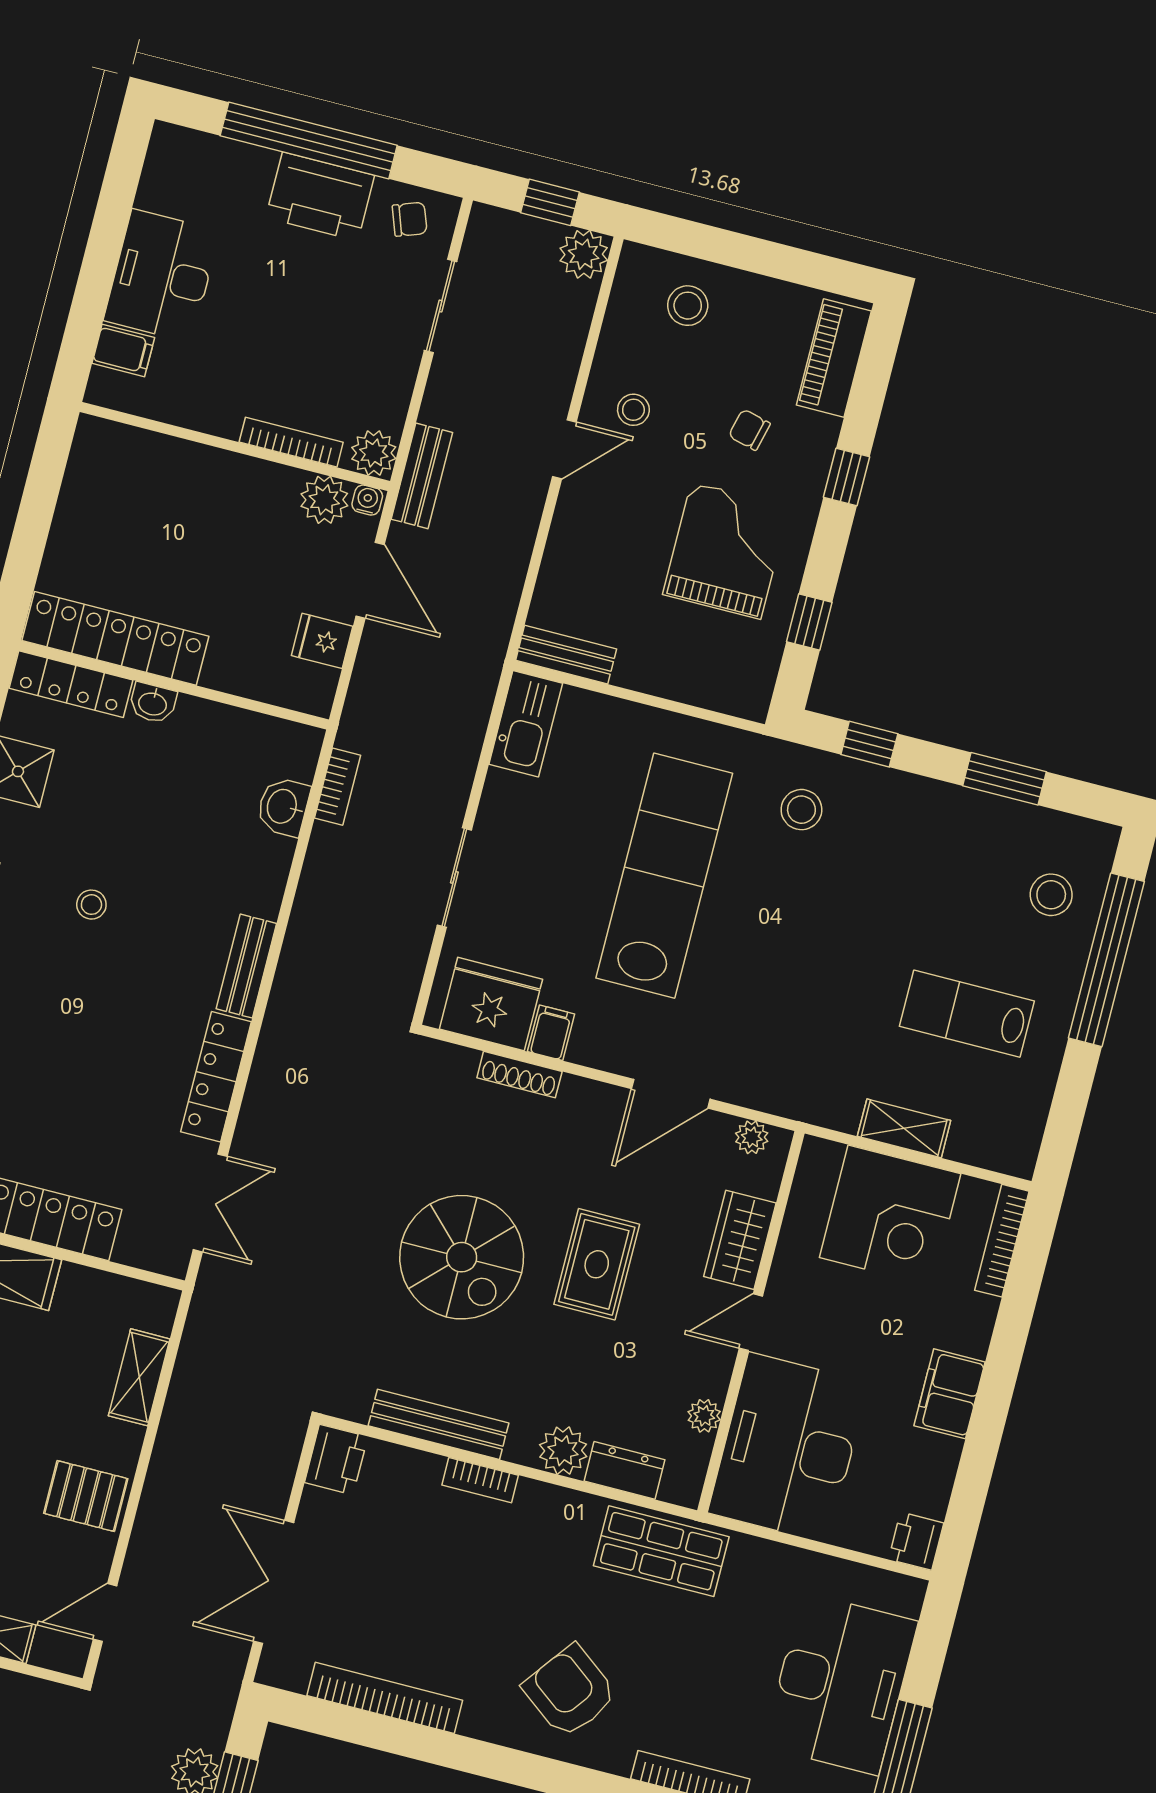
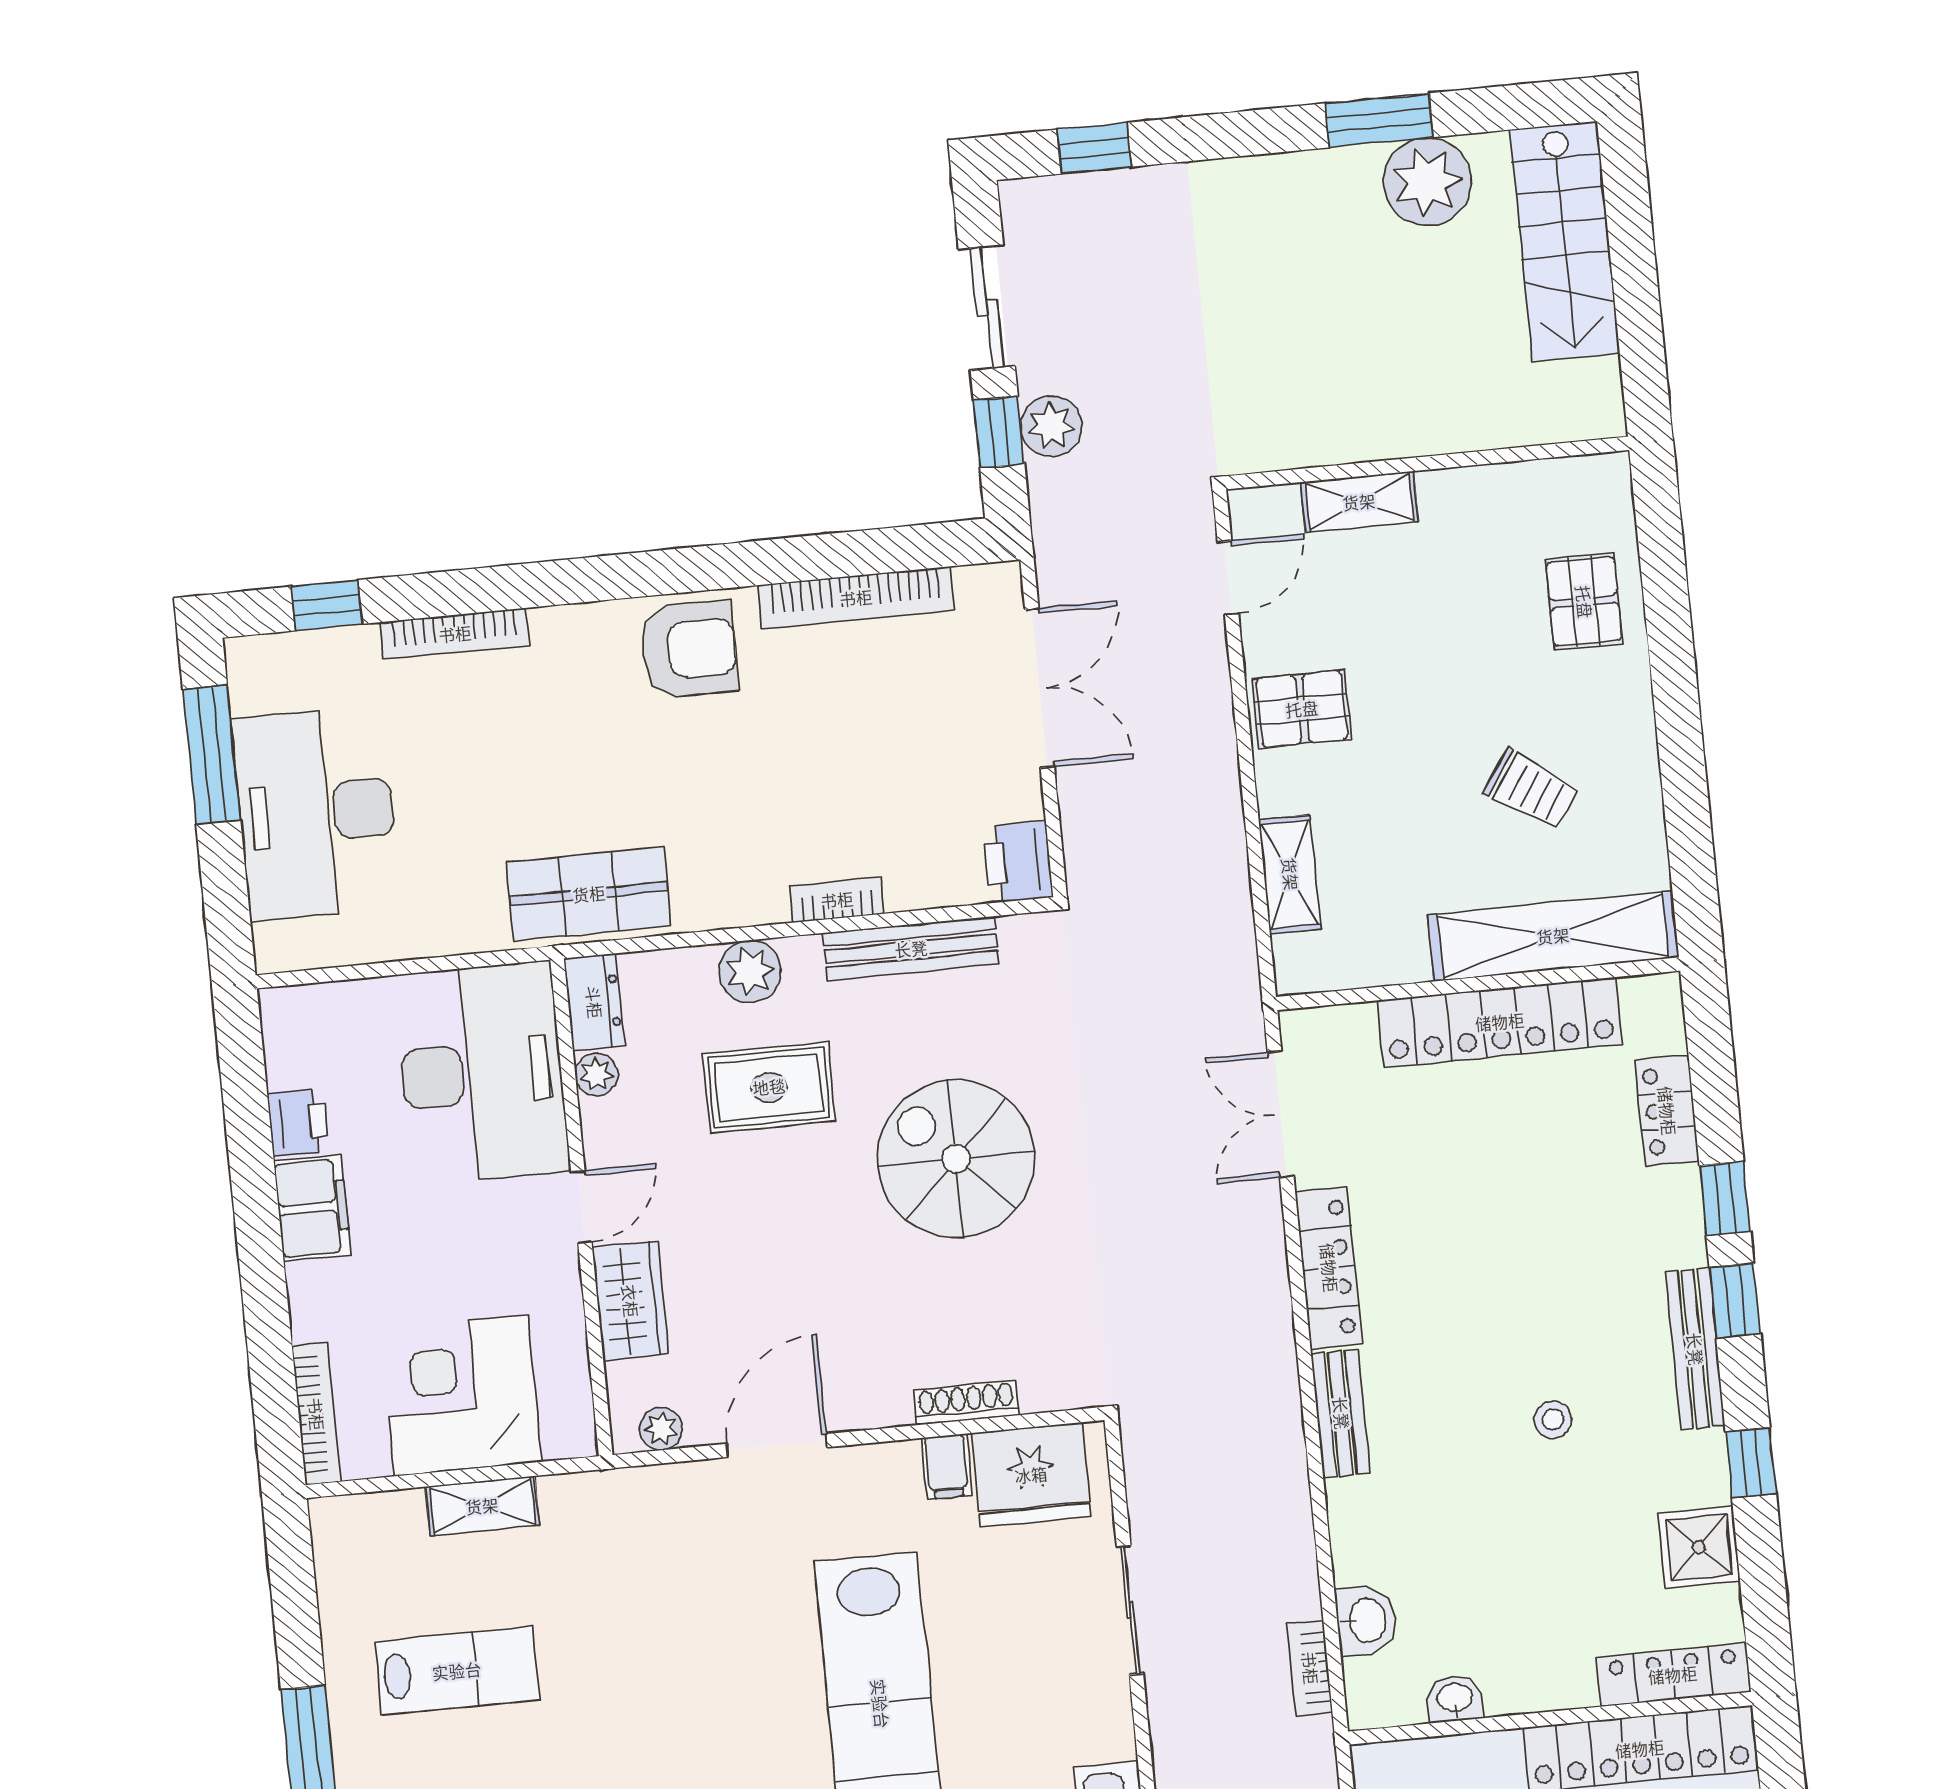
washbasin: (153, 703) -> (1455, 1699), moved
rug: (597, 1264) -> (769, 1087), moved, turned 90
dresser: (625, 1470) -> (594, 1002), moved, turned -90
printer: (916, 1541) -> (298, 1122), moved
armchair: (570, 1691) -> (689, 649), moved, turned -37

